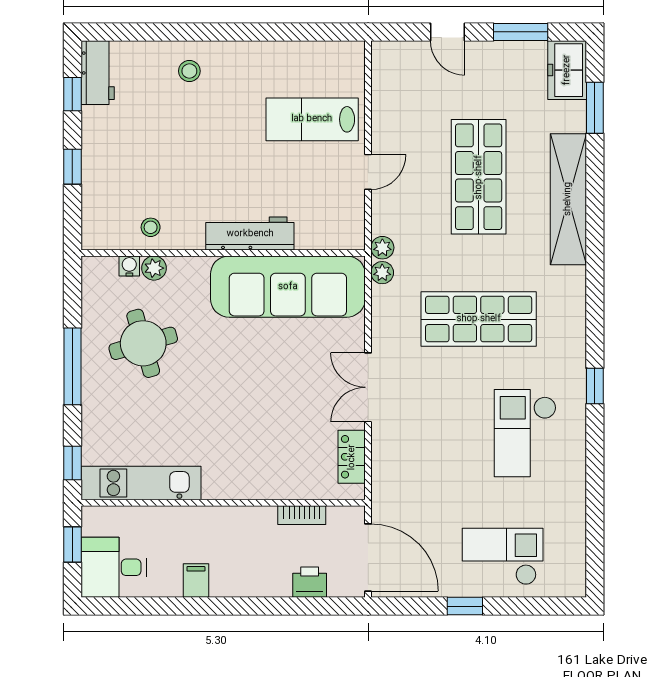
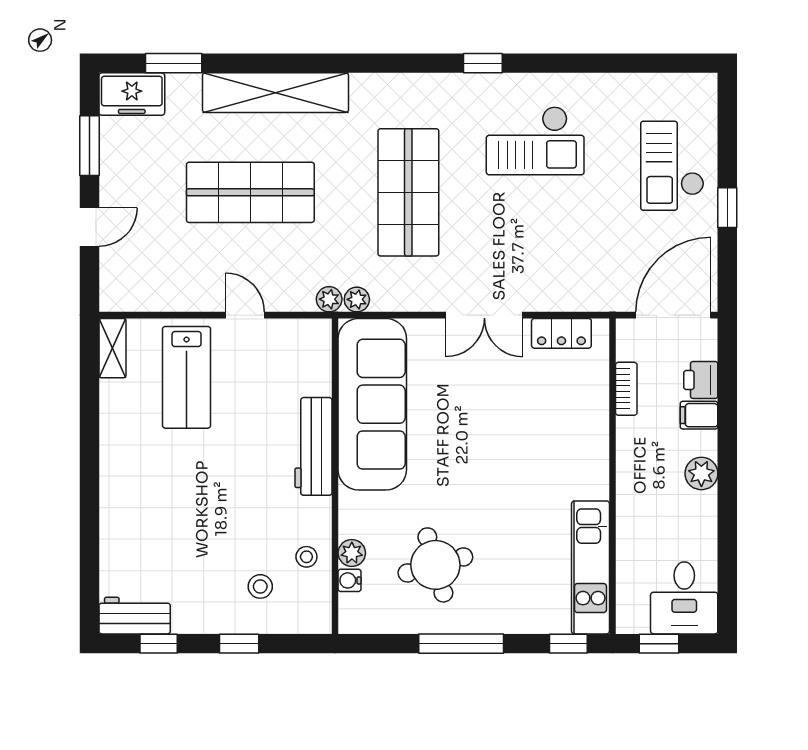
shelving: (338, 53) -> (112, 348), added
stool: (189, 71) -> (260, 586), moved
filing cabinet: (196, 581) -> (699, 415), moved
plant: (226, 583) -> (701, 473), added

